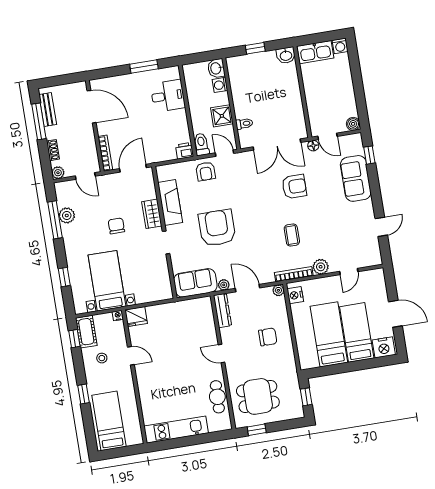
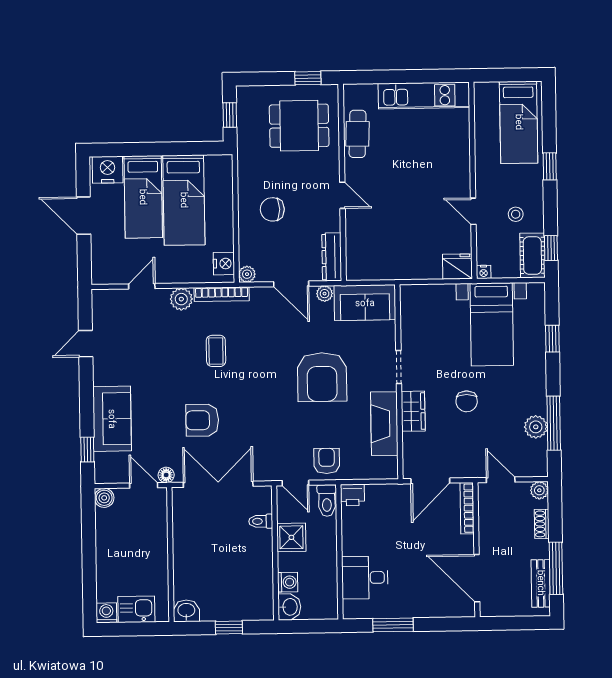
kitchen sink: (315, 52) -> (136, 609), width x0.73

